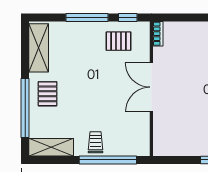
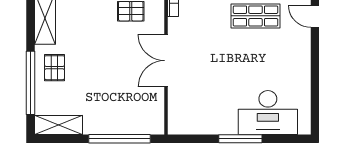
trolley: (95, 142) -> (106, 120), removed

